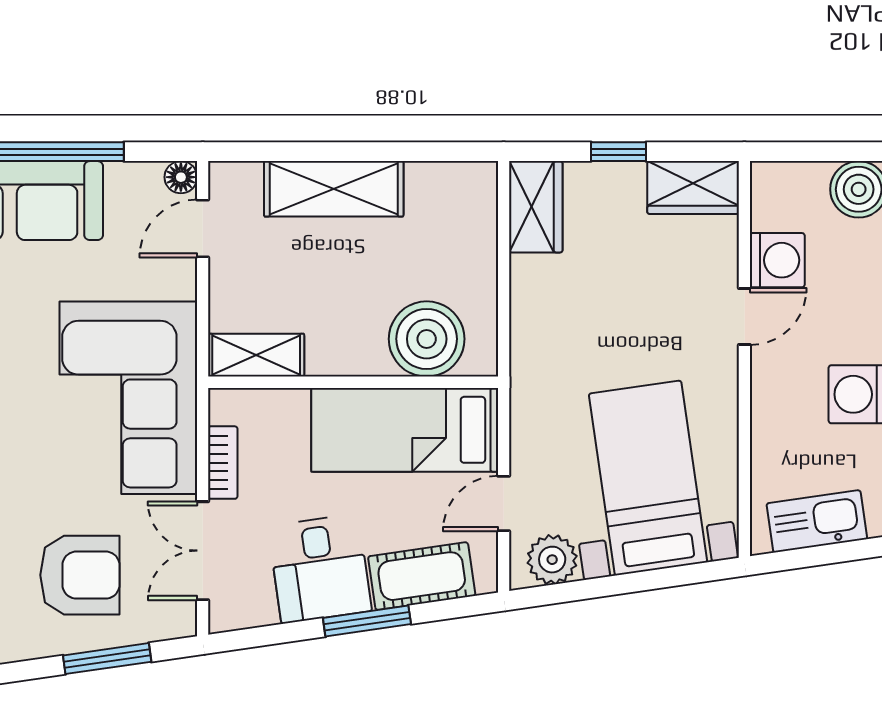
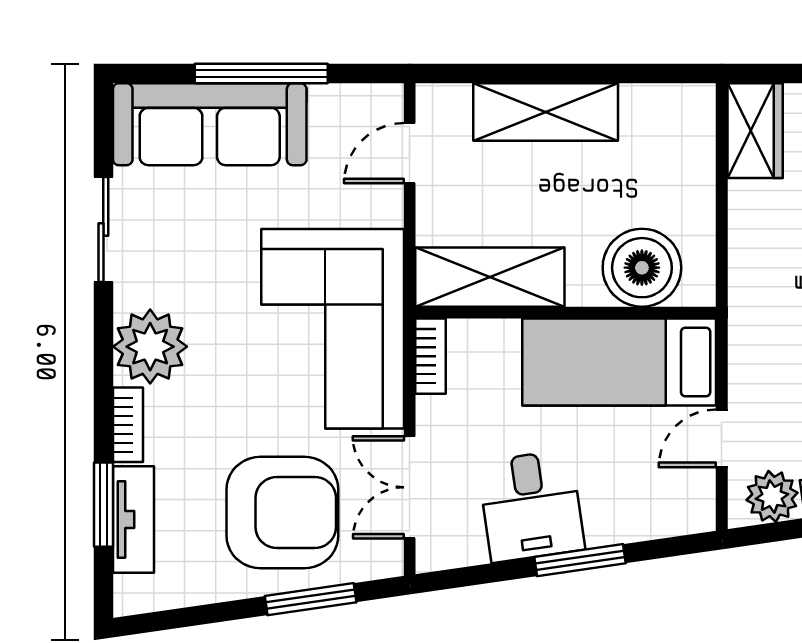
floor lamp: (181, 177) -> (387, 100), removed
shelving: (256, 355) -> (490, 277), width x1.50, depth x1.33
bookcase: (223, 463) -> (431, 356), moved
armchair: (80, 575) -> (282, 512), width x1.36, depth x1.36
cot: (422, 576) -> (637, 514), removed

